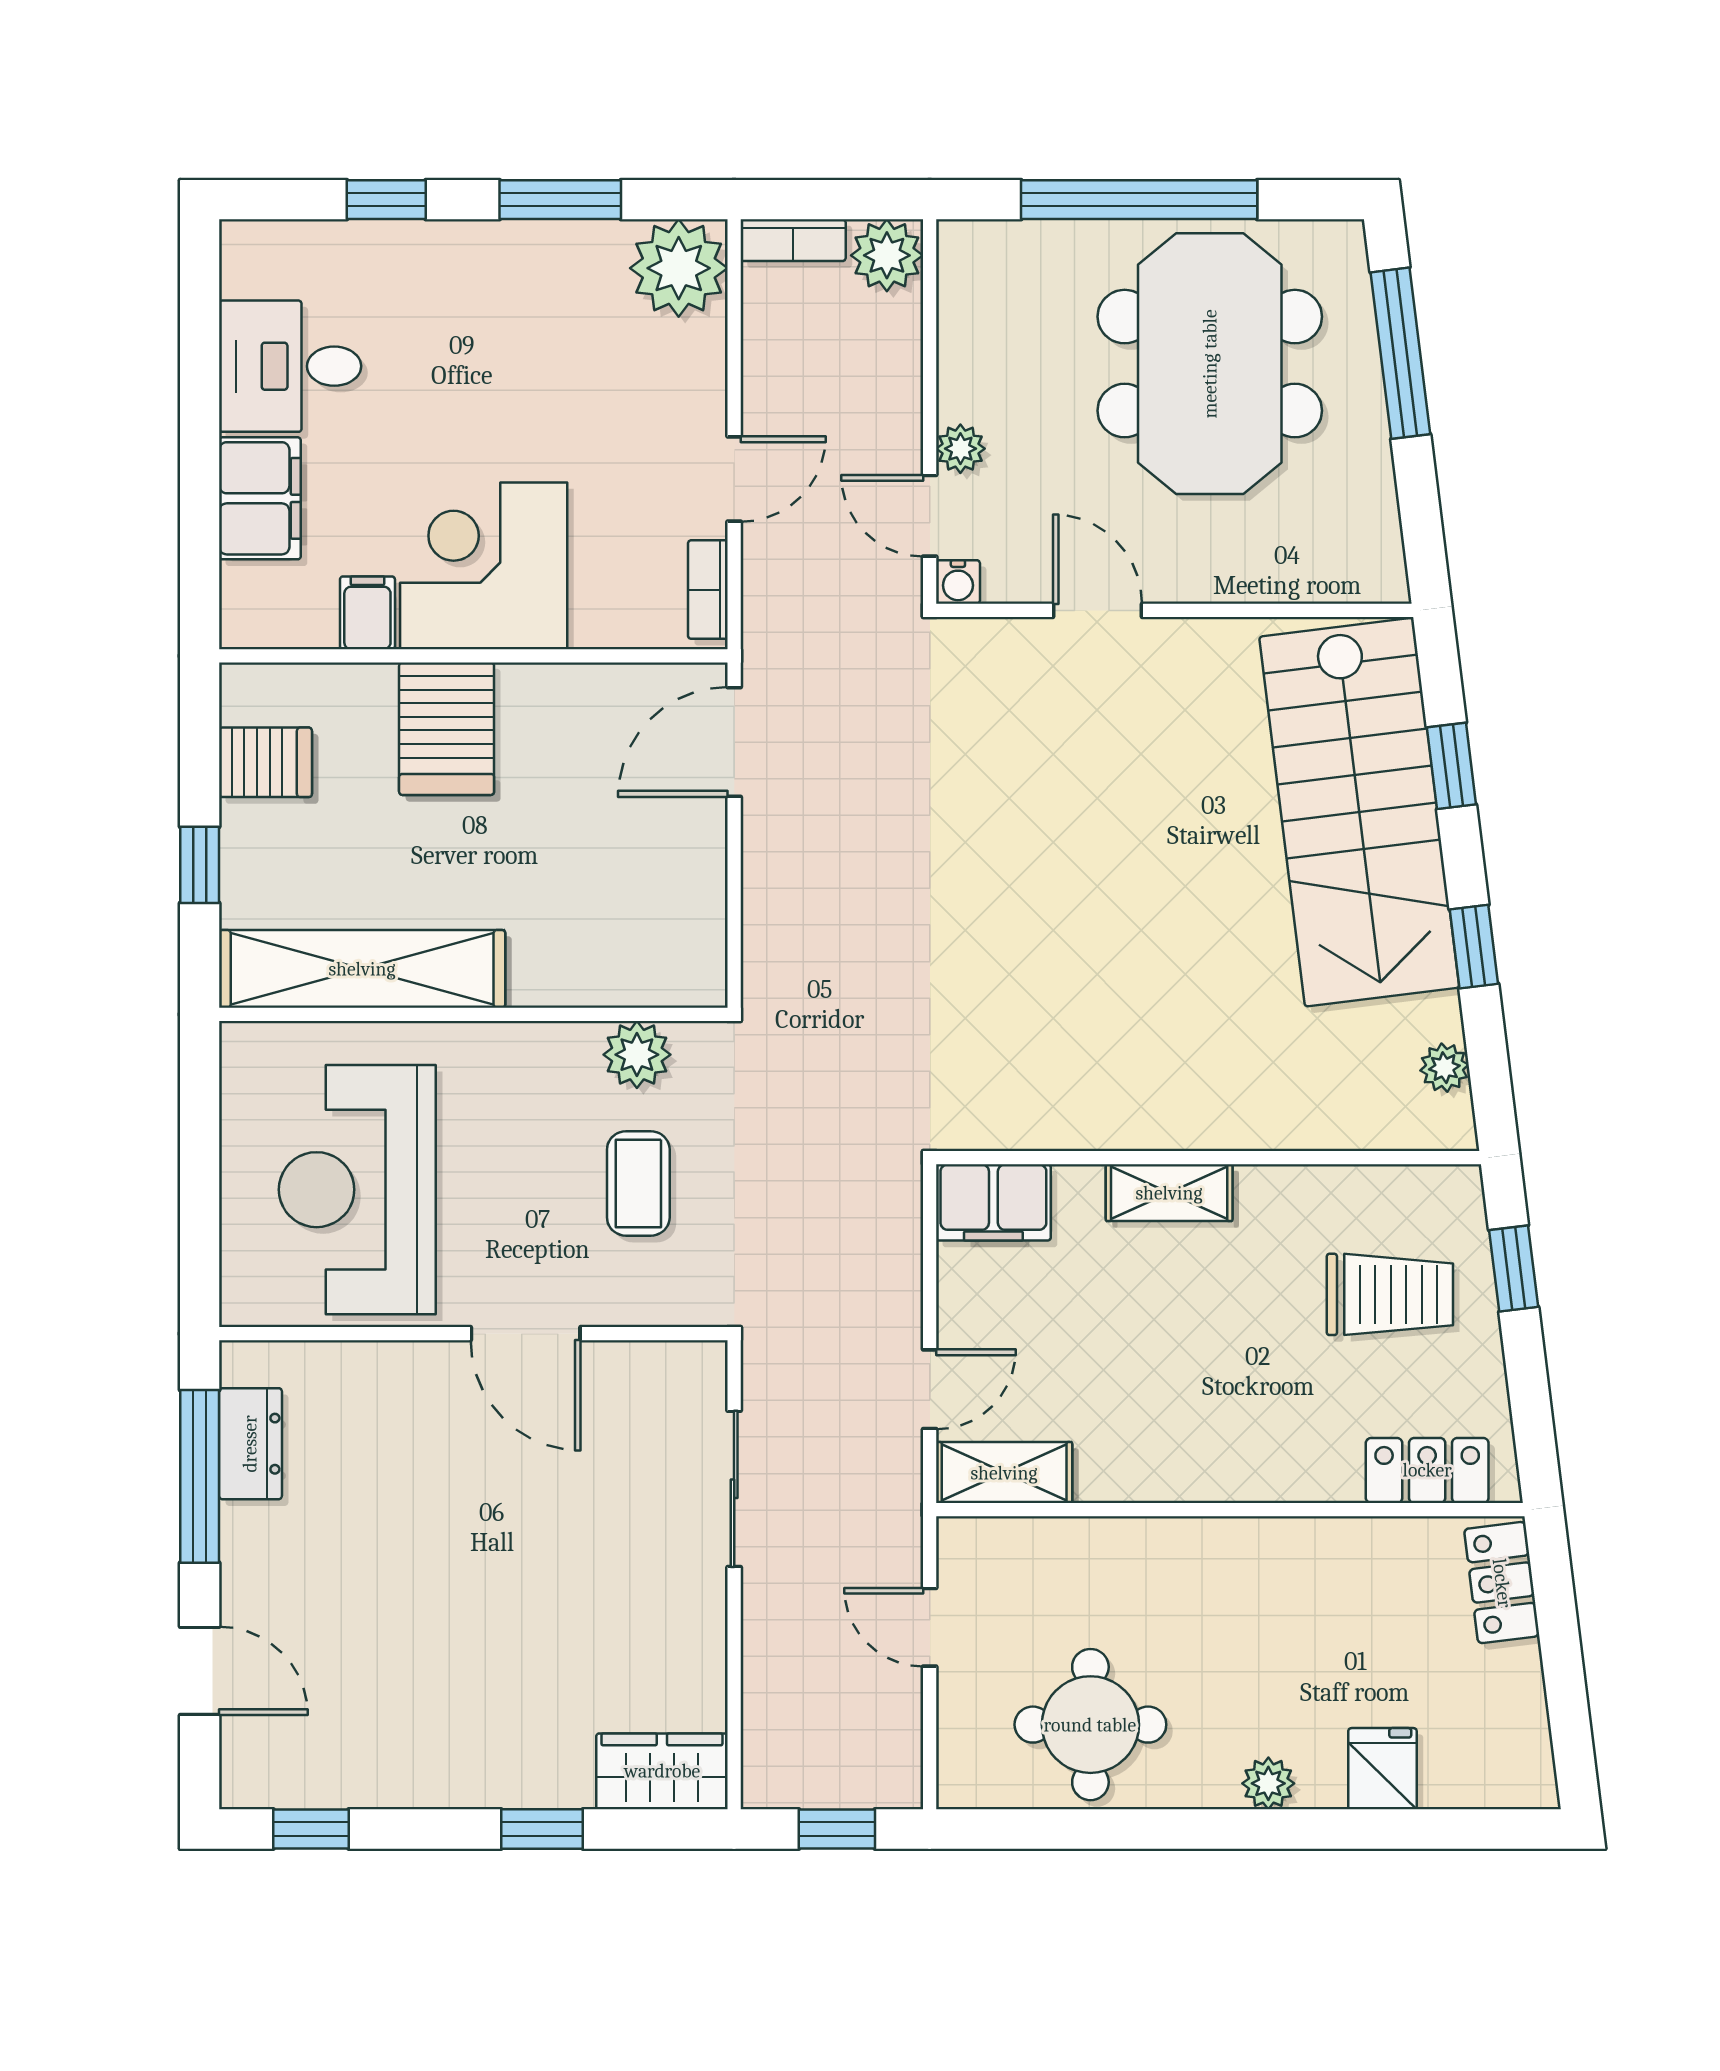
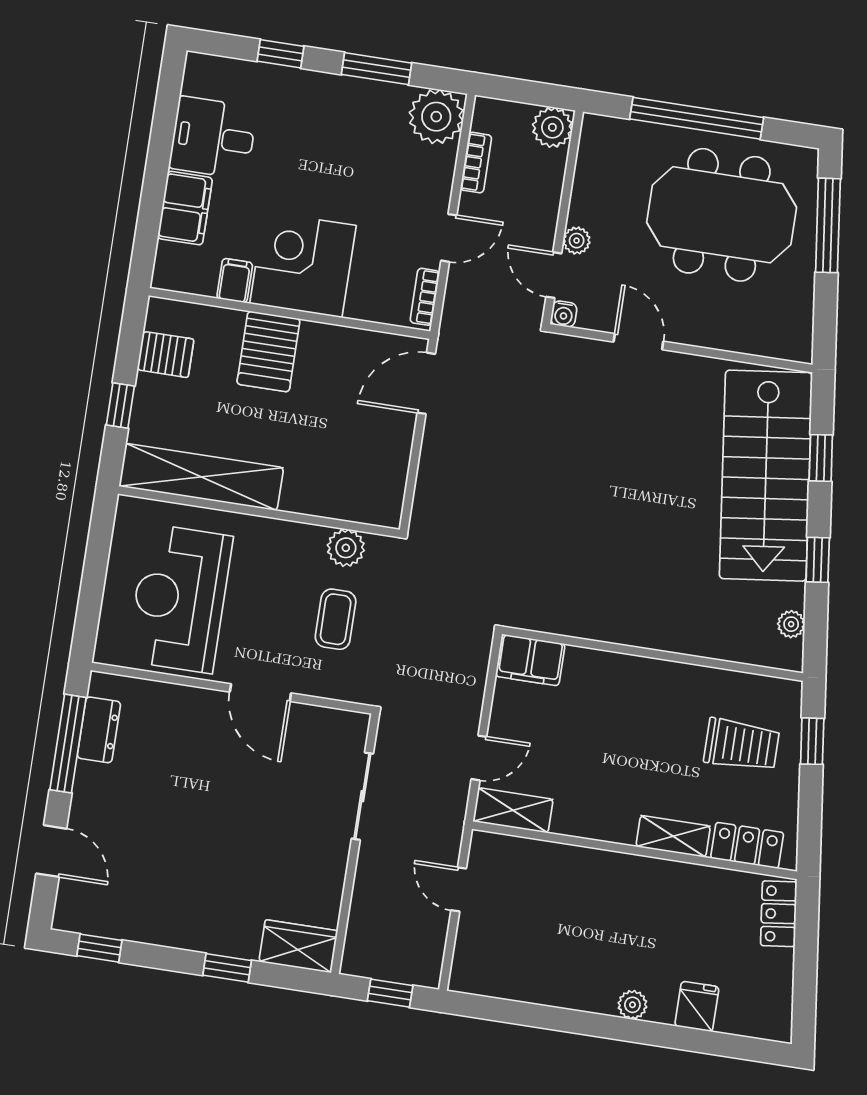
bookcase: (793, 240) -> (476, 163), moved, turned -90
meeting table: (1210, 364) -> (722, 215), turned 90
shelving: (1169, 1193) -> (673, 836), moved
round table: (1090, 1725) -> (539, 957), removed

